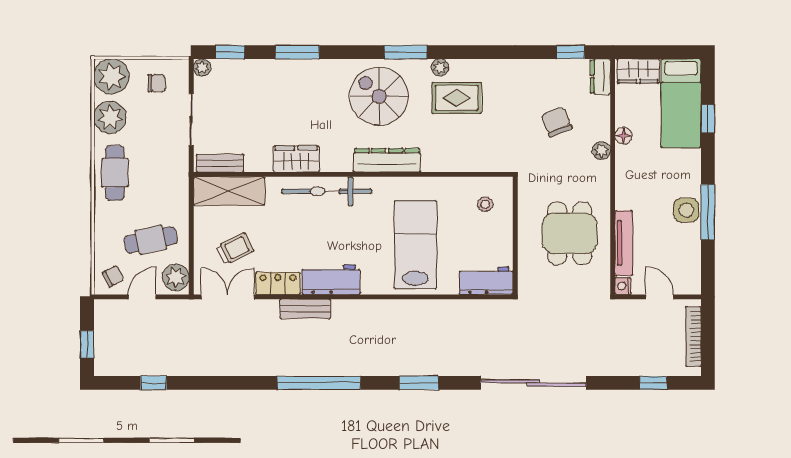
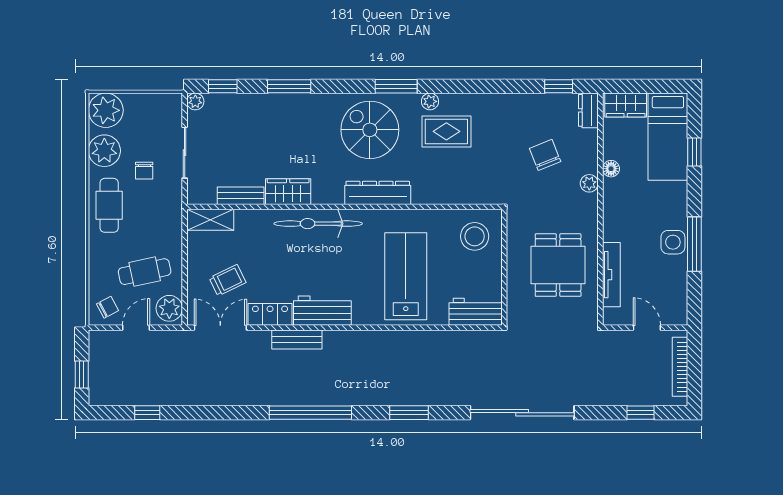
chair: (157, 83) -> (144, 171), moved, turned 90
bench: (220, 163) -> (241, 196), moved
shelving: (229, 191) -> (210, 220), width x0.67, depth x0.75
stool: (485, 204) -> (475, 236), width x1.89, depth x1.89
nightstand: (623, 286) -> (611, 317), removed

